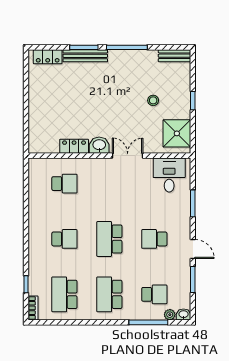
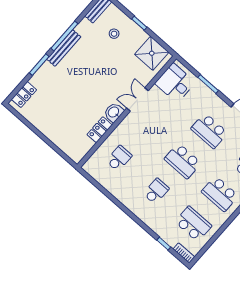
bench: (85, 56) -> (64, 48), moved
stool: (153, 100) -> (114, 34), moved
school desk: (154, 239) -> (209, 131), width x1.85
school desk: (64, 294) -> (193, 224), turned 180

